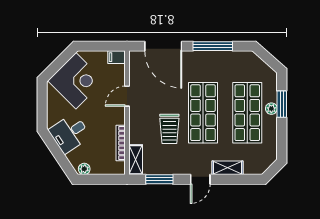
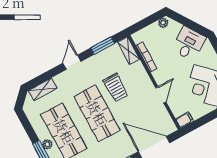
trolley: (169, 129) -> (116, 88), turned 180
shelving: (228, 168) -> (43, 89), moved

